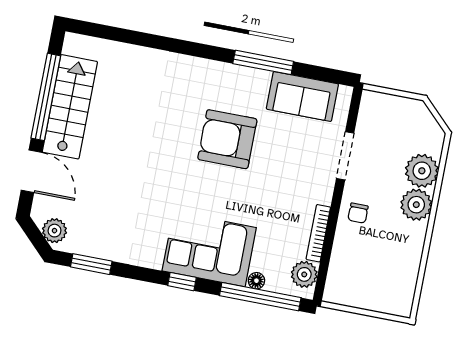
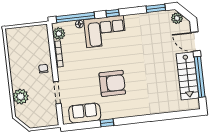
window: (263, 62) -> (107, 123), width x0.46
plant: (416, 205) -> (18, 81), removed

